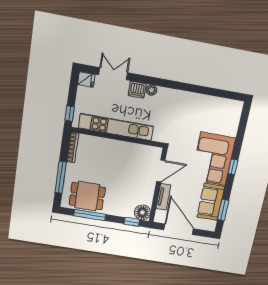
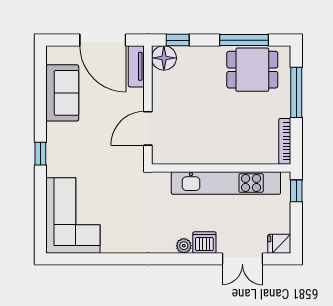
corner sofa: (213, 159) -> (73, 215), moved
tv unit: (163, 197) -> (136, 66), moved
window: (223, 210) -> (40, 83), removed

